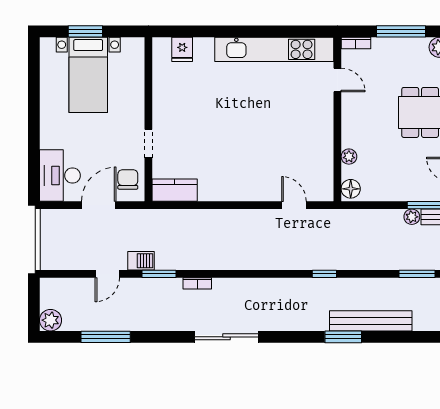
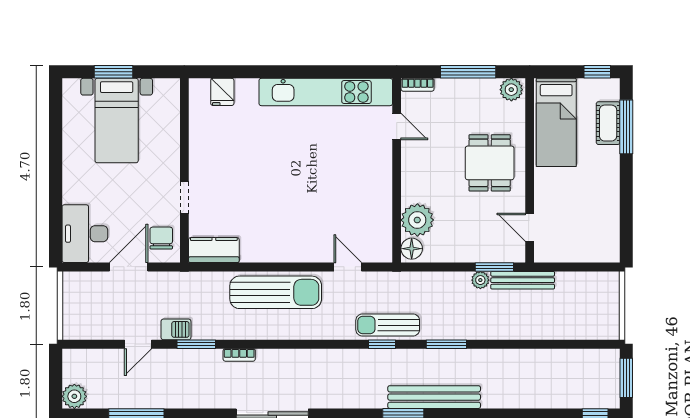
plant: (349, 157) -> (417, 220), width x1.88, depth x1.88
sun lounger: (230, 228) -> (276, 292), added
sun lounger: (329, 257) -> (388, 325), added
window: (417, 274) -> (446, 344), moved

